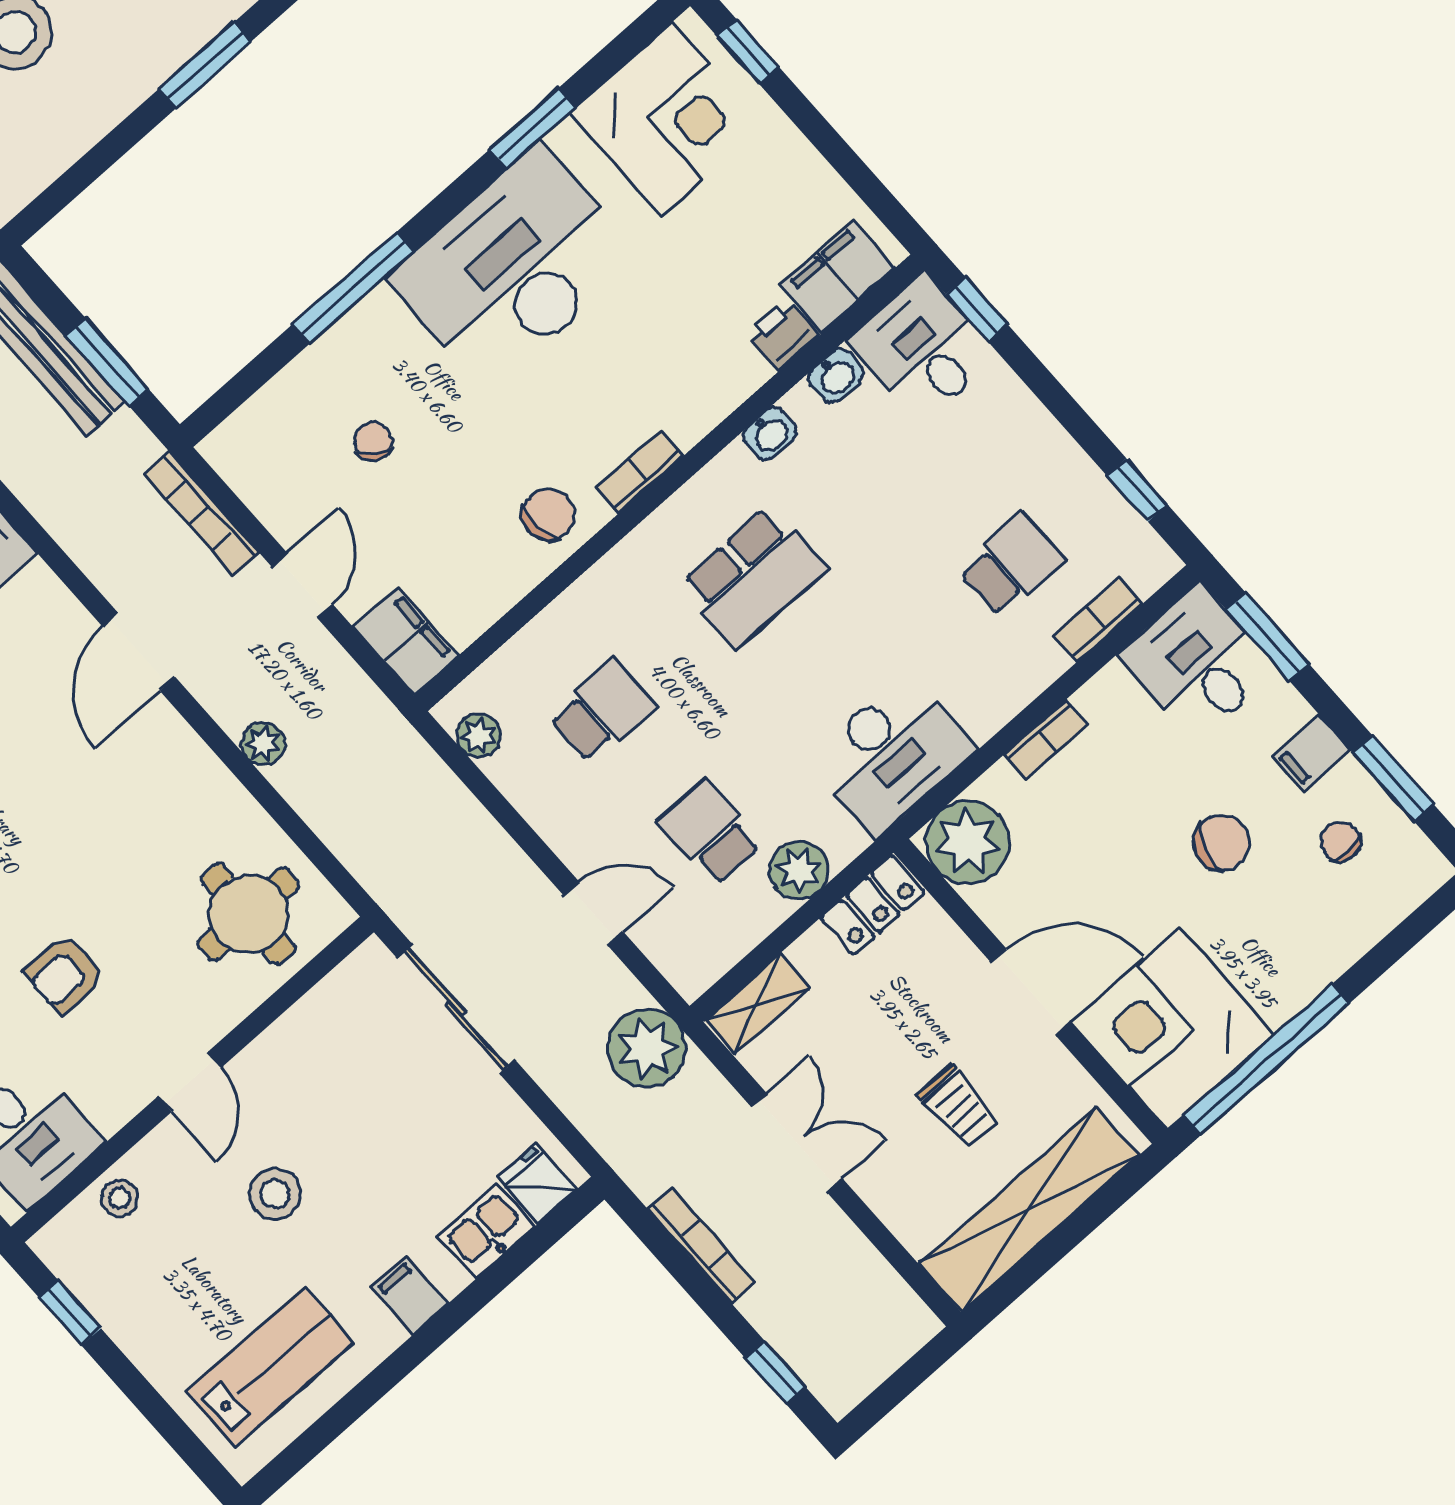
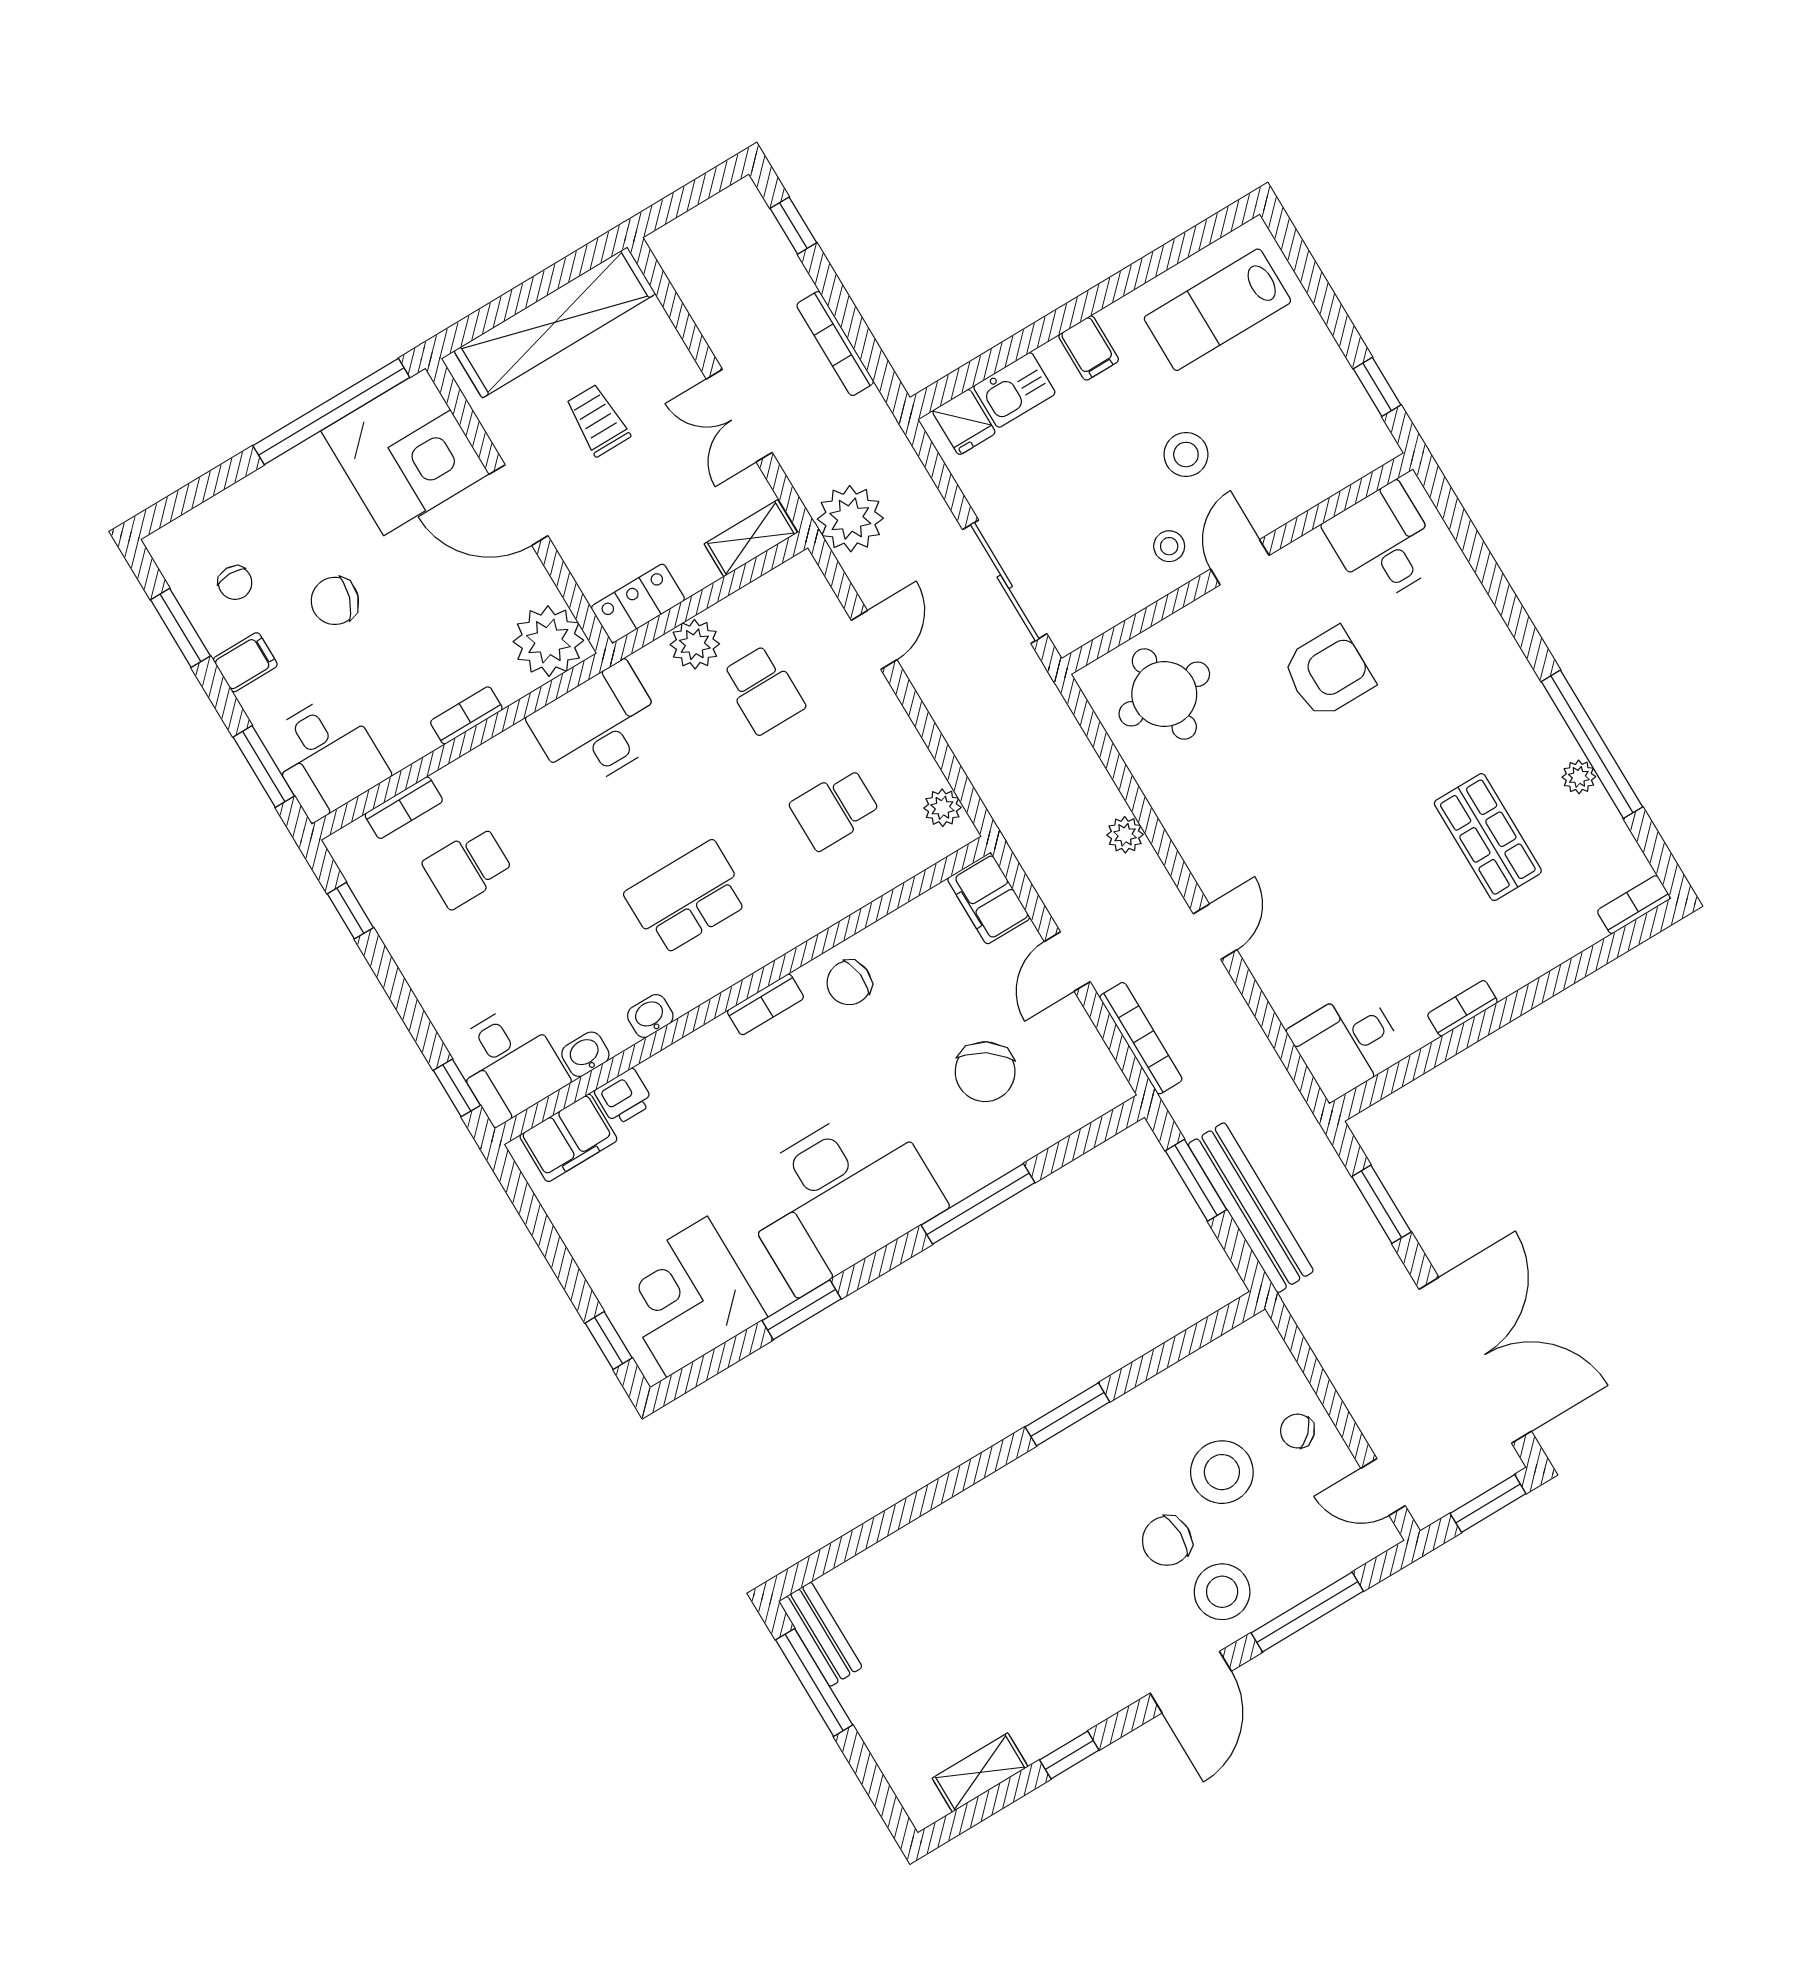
chair: (373, 441) -> (985, 1072), width x1.87, depth x1.87
door: (139, 652) -> (1215, 932), width x0.73
door: (594, 914) -> (874, 640), swing flipped
armchair: (65, 974) -> (1328, 673), width x1.38, depth x1.38
stool: (120, 1198) -> (1169, 546), moved

